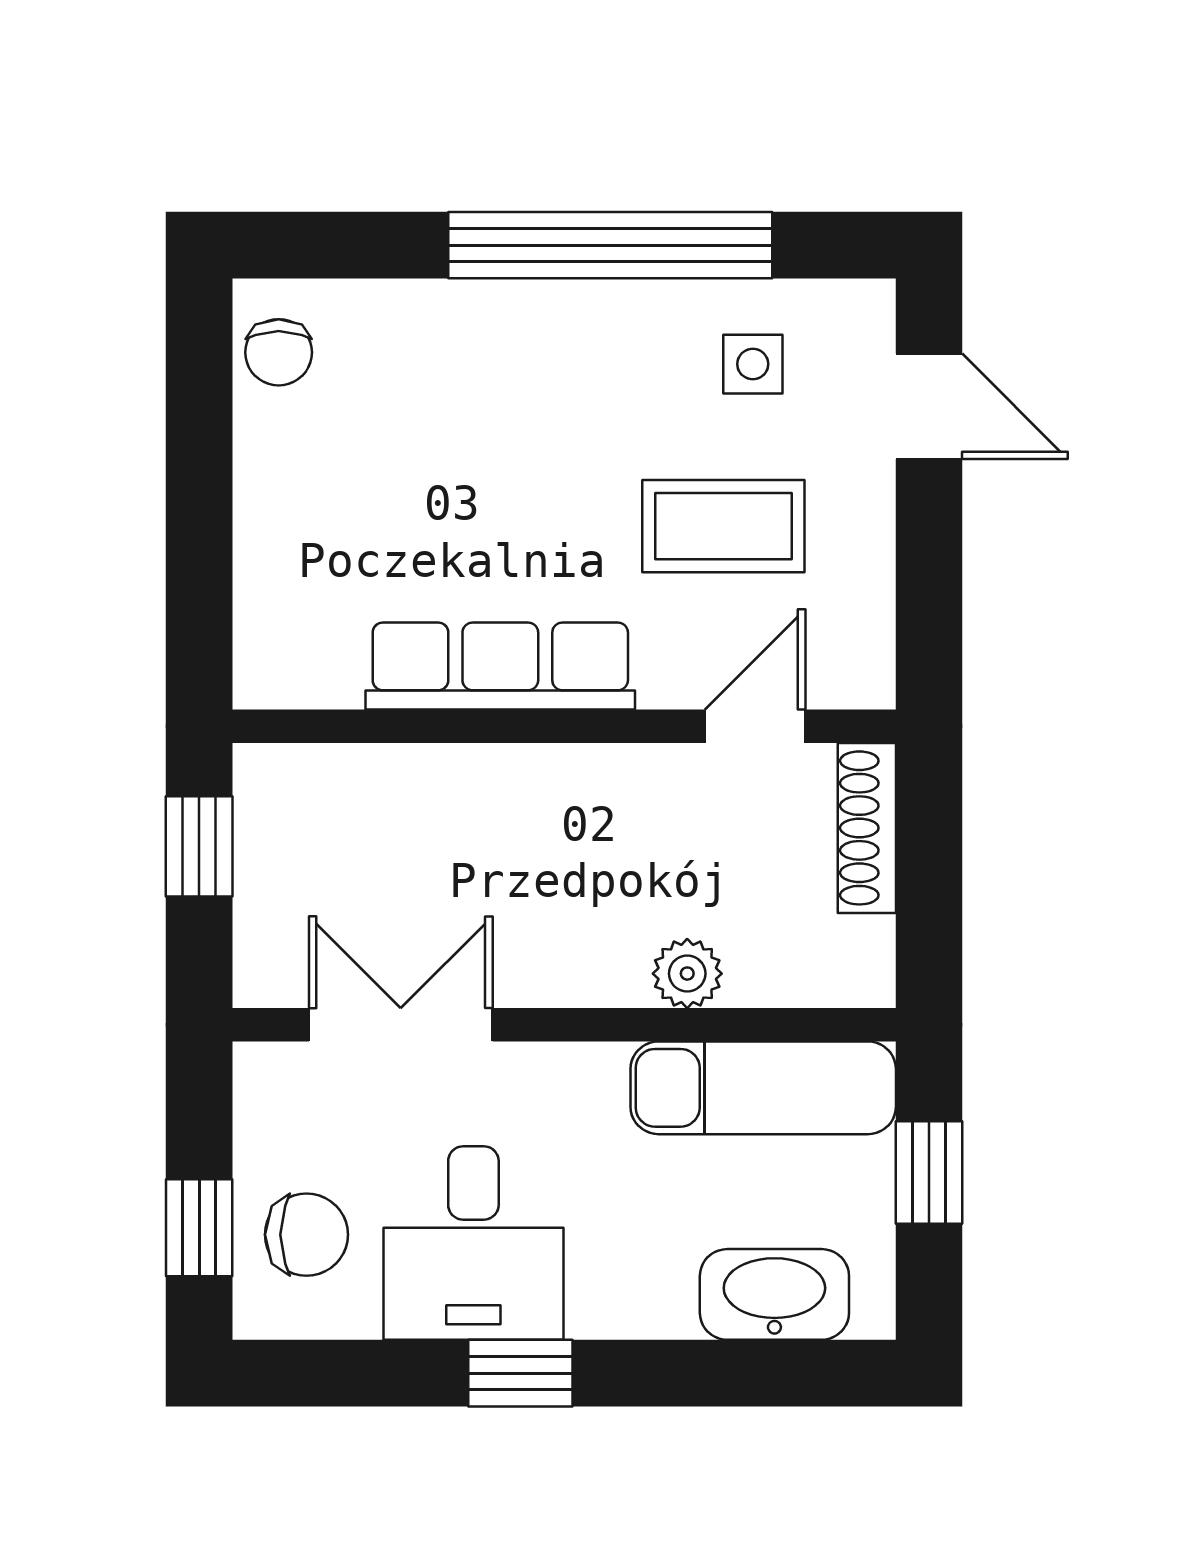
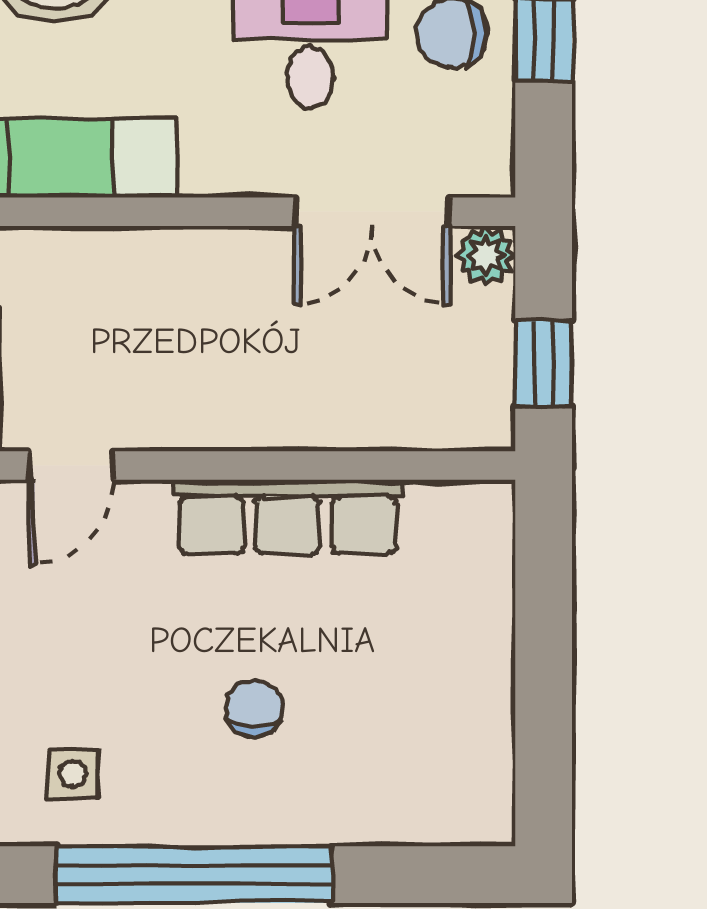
chair: (279, 352) -> (254, 708), moved
coffee table: (723, 526) -> (98, 636), removed
plant: (687, 974) -> (486, 255), moved

